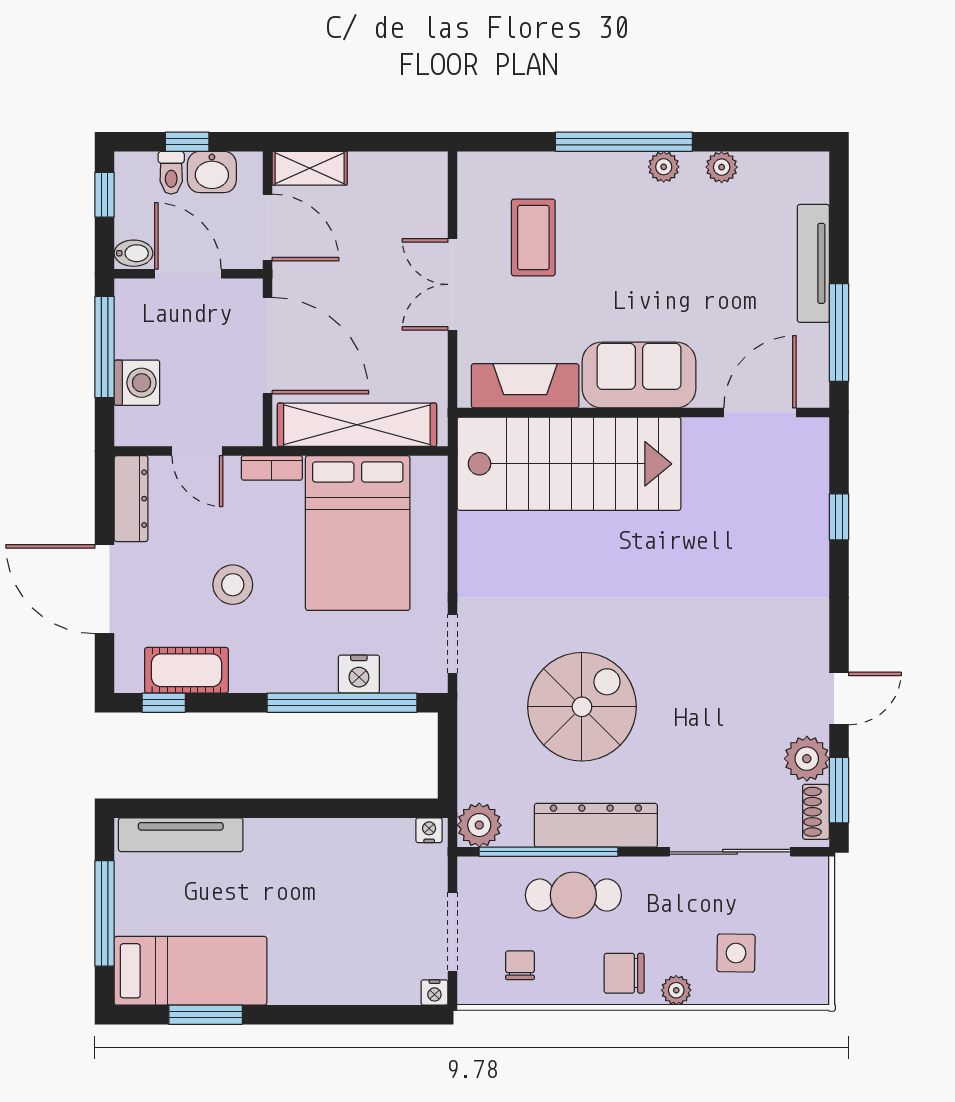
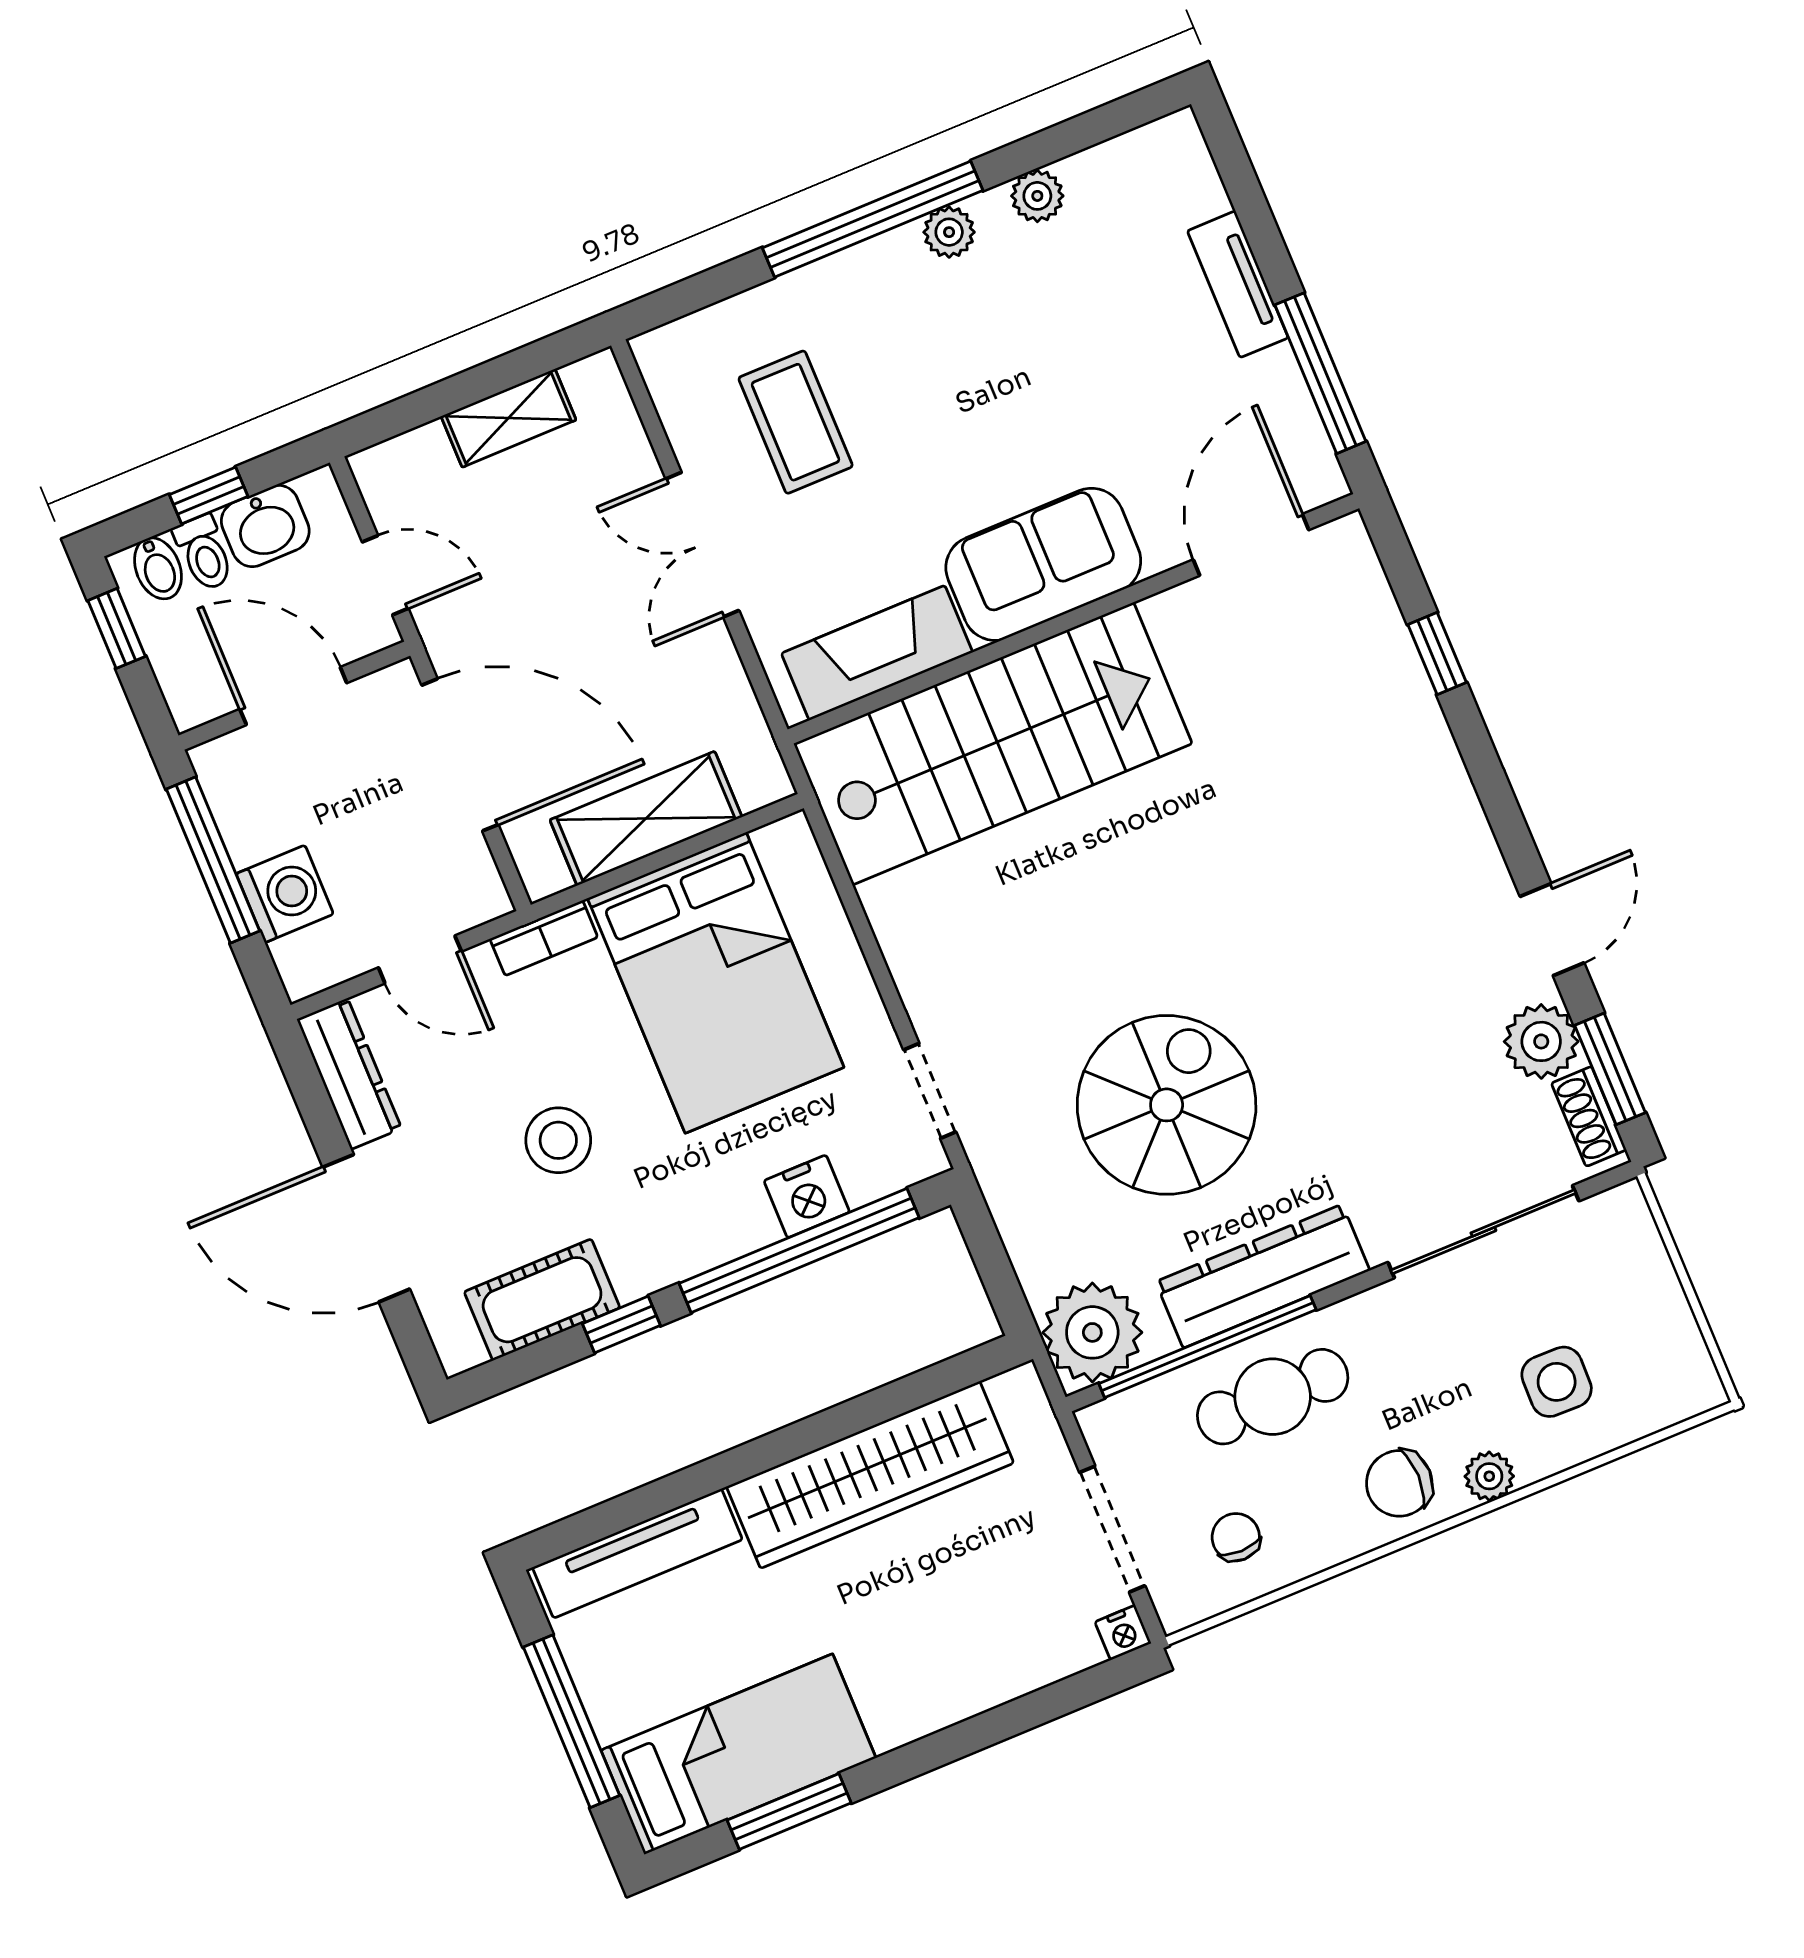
shelving: (310, 168) -> (508, 418), moved
door: (268, 228) -> (385, 575), width x0.73
bidet: (134, 253) -> (158, 568), moved, turned 90
tv unit: (813, 263) -> (1238, 284), width x0.71
shelving: (357, 425) -> (646, 818), width x0.68
window: (164, 703) -> (621, 1324), moved
plant: (479, 825) -> (1092, 1332), width x1.36, depth x1.36
nightstand: (429, 830) -> (1012, 1389), removed
wardrobe: (329, 845) -> (870, 1475), added

